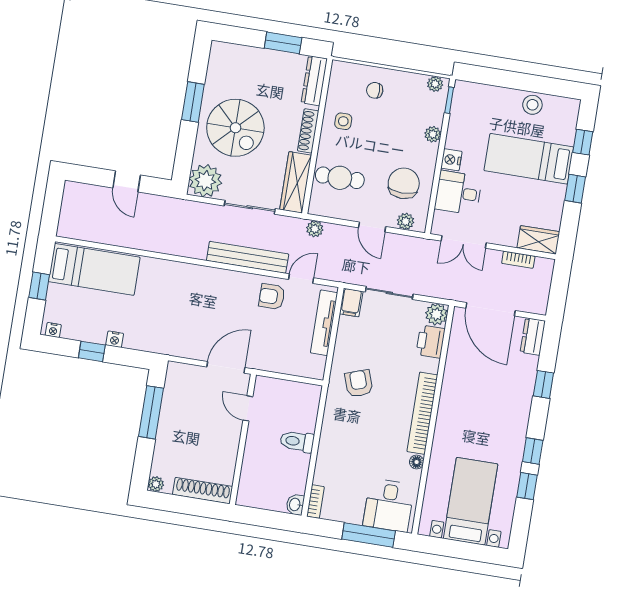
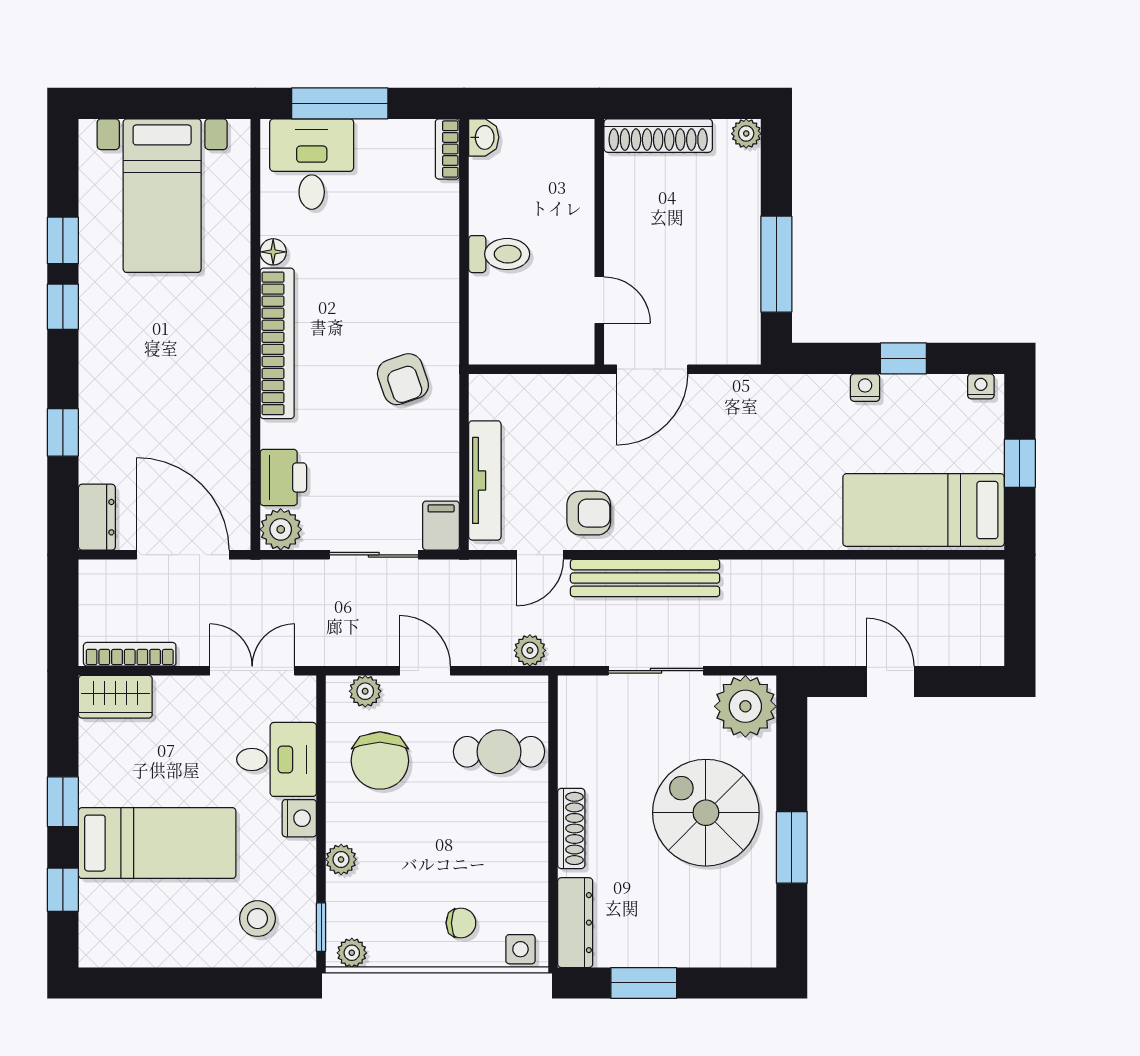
stool: (532, 105) -> (257, 919), moved
side table: (343, 121) -> (520, 949), moved
wardrobe: (296, 182) -> (579, 730), removed
bookcase: (518, 260) -> (130, 654), width x1.56

